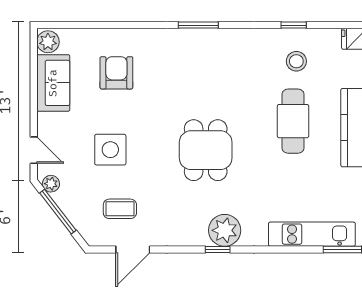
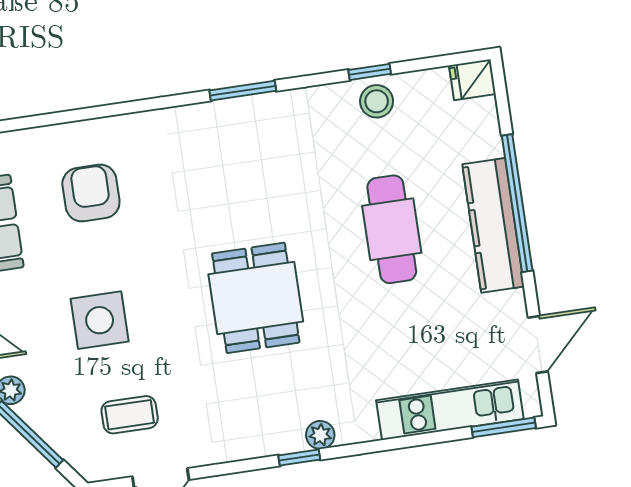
window: (198, 25) -> (243, 91), moved
stool: (296, 61) -> (377, 101), moved
plant: (225, 230) -> (320, 435), width x0.53, depth x0.53

